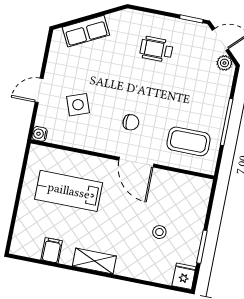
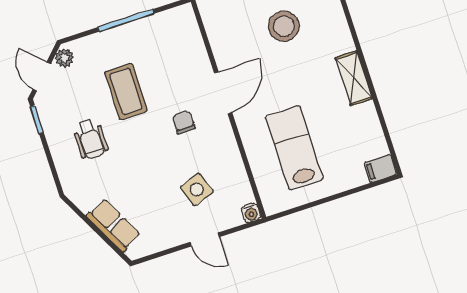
coffee table: (189, 141) -> (126, 91), moved
lab bench: (69, 191) -> (294, 148), turned 180
stool: (159, 232) -> (284, 26), width x1.89, depth x1.89
filing cabinet: (52, 250) -> (380, 168), moved

